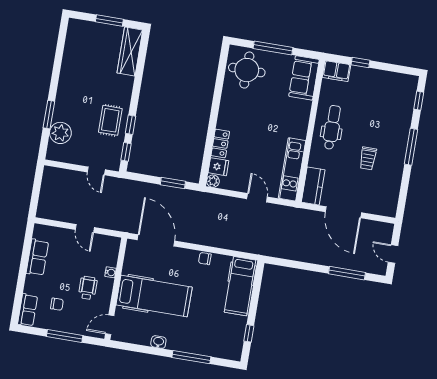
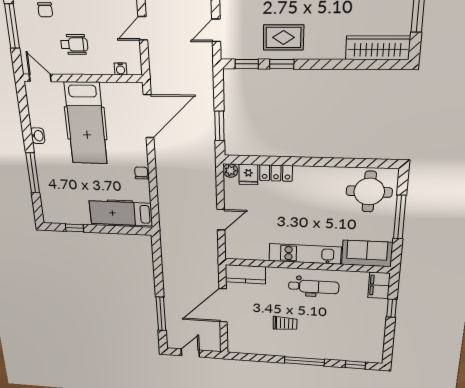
trolley: (368, 158) -> (285, 323), turned 180
kitchen unit: (292, 169) -> (305, 254), moved
water cooler: (110, 272) -> (120, 69), moved

